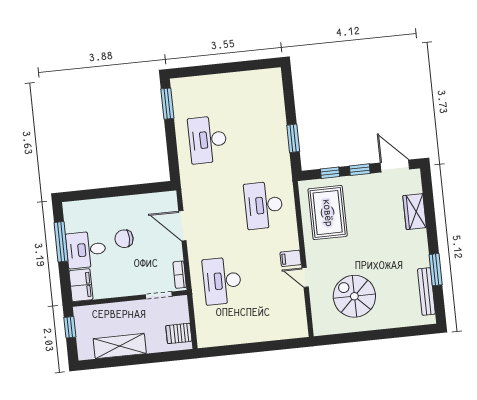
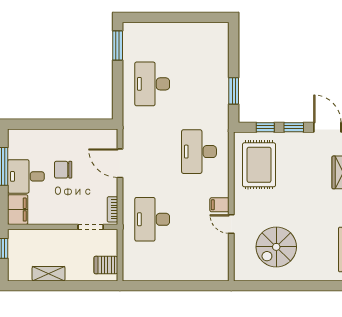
spiral stairs: (354, 296) -> (276, 247), turned -90
shelving: (120, 346) -> (49, 274), width x0.67, depth x0.75

